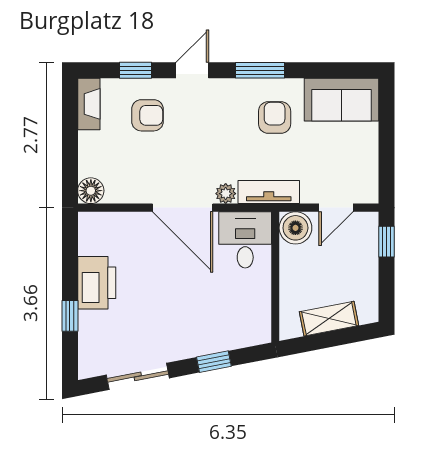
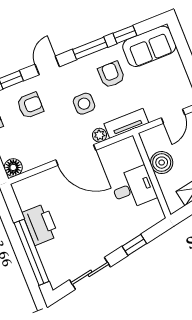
window: (315, 70) -> (125, 34), added
side table: (222, 142) -> (84, 104), added
boiler: (295, 228) -> (162, 163), moved
desk: (245, 240) -> (133, 188), moved, turned 90
window: (70, 316) -> (32, 252), width x3.17

